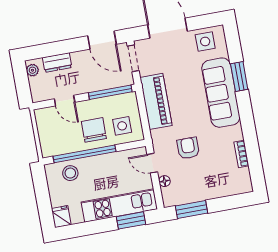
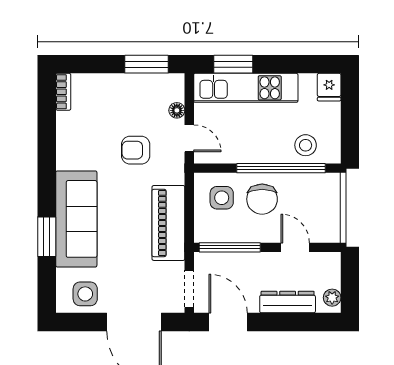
dresser: (57, 63) -> (288, 302), width x1.44
armchair: (188, 148) -> (136, 150), turned 90
bookcase: (241, 154) -> (63, 92), moved

